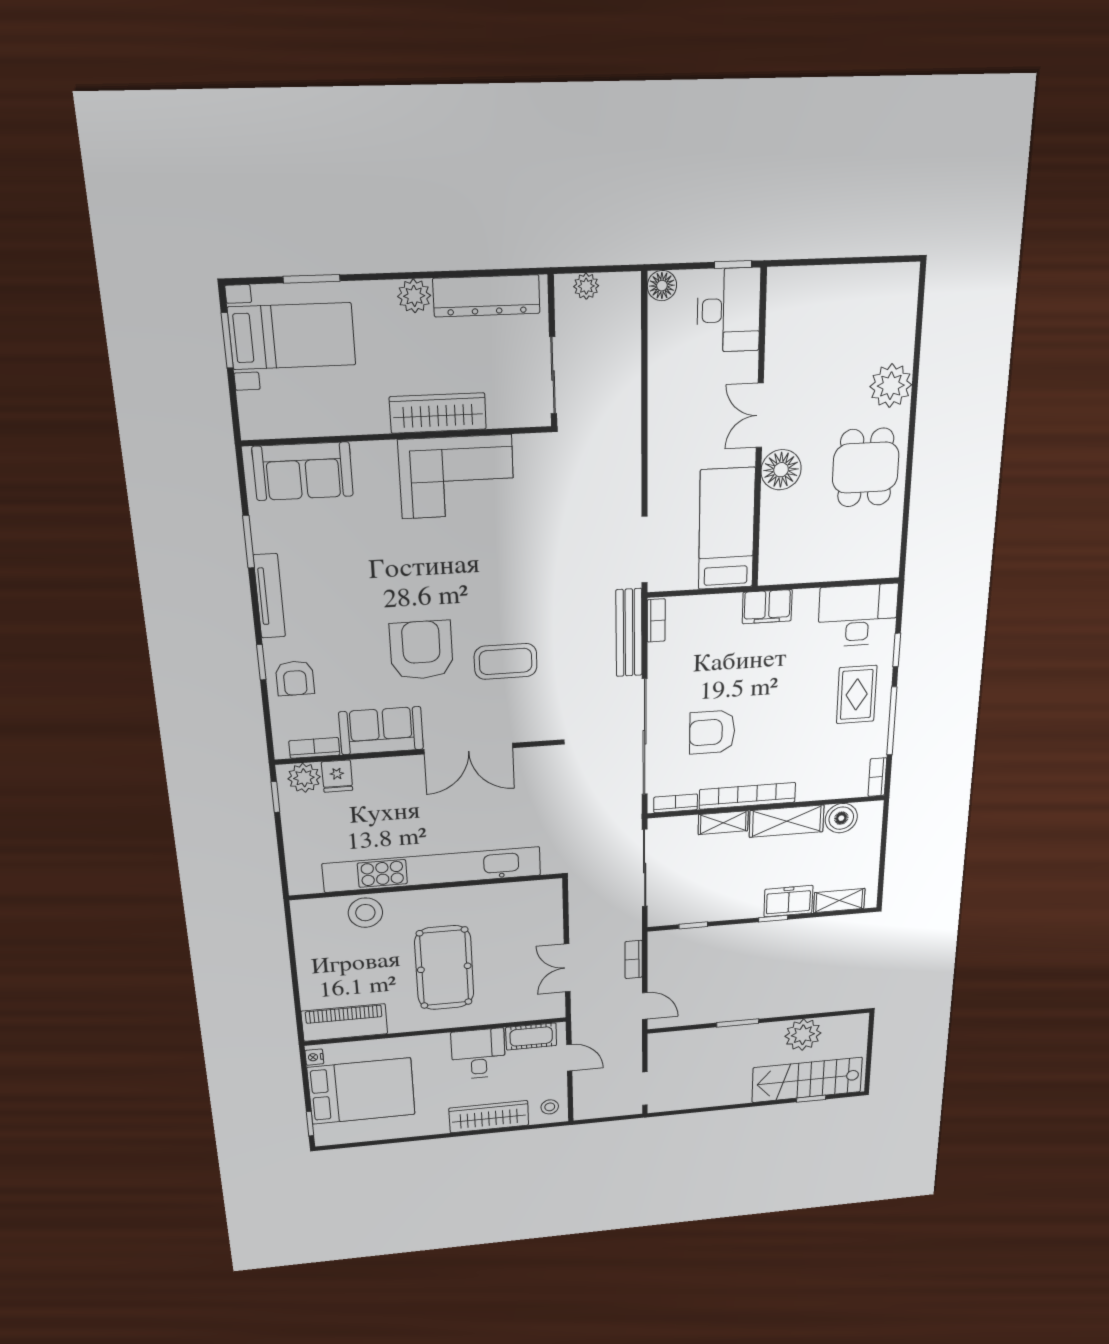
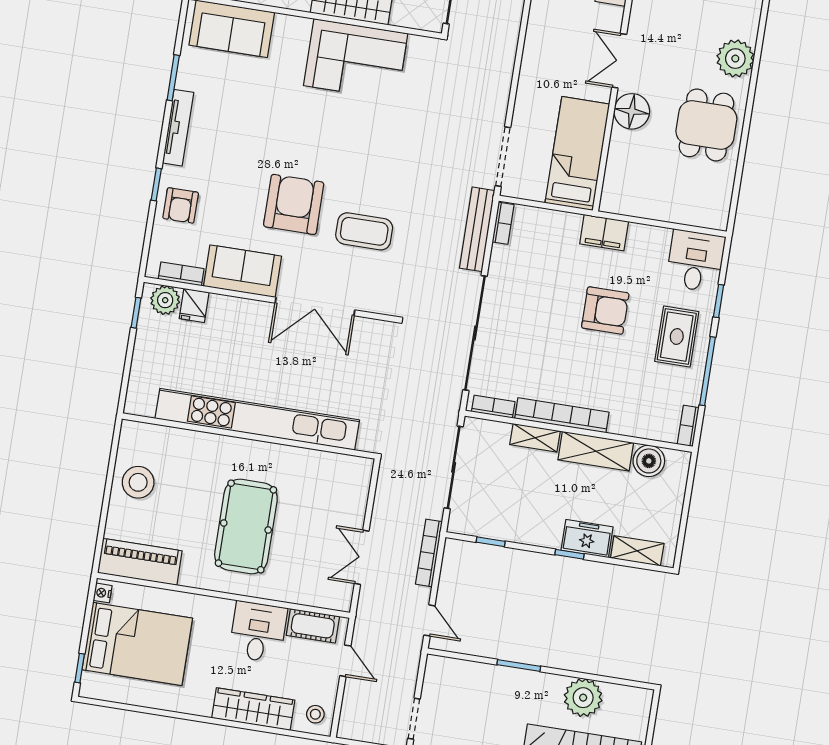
desk: (858, 615) -> (695, 261), width x0.73
armchair: (712, 732) -> (605, 310), moved, turned 180
stool: (365, 913) -> (138, 482), moved
bookcase: (634, 959) -> (429, 553), width x1.56

